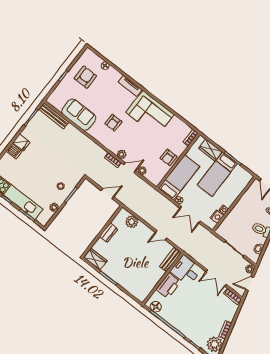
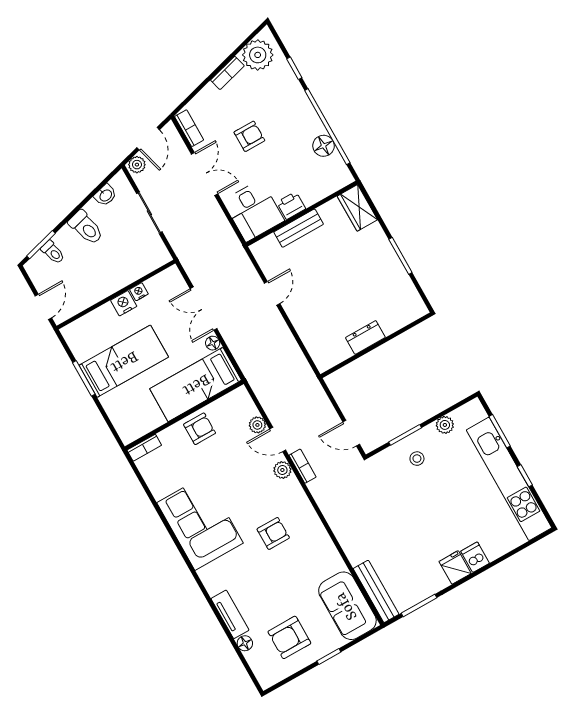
tv unit: (130, 86) -> (230, 614), moved
sofa: (79, 115) -> (347, 606), moved
wardrobe: (210, 150) -> (118, 411), removed
door: (108, 194) -> (351, 433), moved
double door: (190, 215) -> (204, 309), swing flipped
nightstand: (217, 217) -> (124, 303), moved
plant: (132, 222) -> (315, 340), removed
door: (161, 235) -> (272, 293), hinge flipped
wardrobe: (95, 259) -> (357, 208), moved
bench: (170, 260) -> (299, 228), moved
door: (250, 283) -> (148, 139), hinge flipped
printer: (168, 286) -> (291, 205), width x0.53, depth x0.68
armchair: (203, 304) -> (249, 136), added
floor lamp: (156, 307) -> (324, 146), moved

